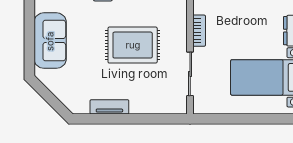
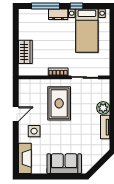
rug: (133, 45) -> (59, 103), moved
plant: (141, 104) -> (103, 108), added

